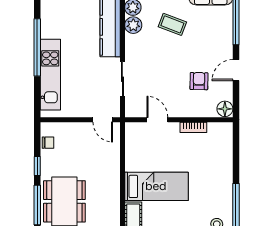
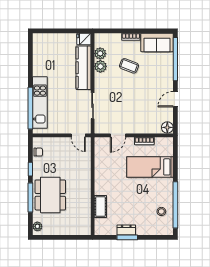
window: (37, 47) -> (30, 108), moved
armchair: (199, 81) -> (148, 107), removed
door: (157, 120) -> (118, 135), swing flipped
bed: (156, 186) -> (150, 167), moved, turned 180

